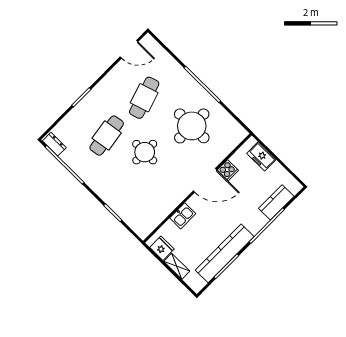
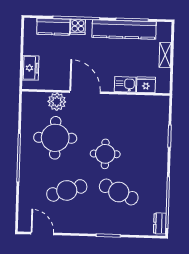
cafe table: (107, 136) -> (119, 192), turned 33
plant: (218, 152) -> (57, 102), added
cooker: (228, 170) -> (78, 27), moved, turned 180
fridge: (162, 248) -> (146, 85), moved, turned 90

